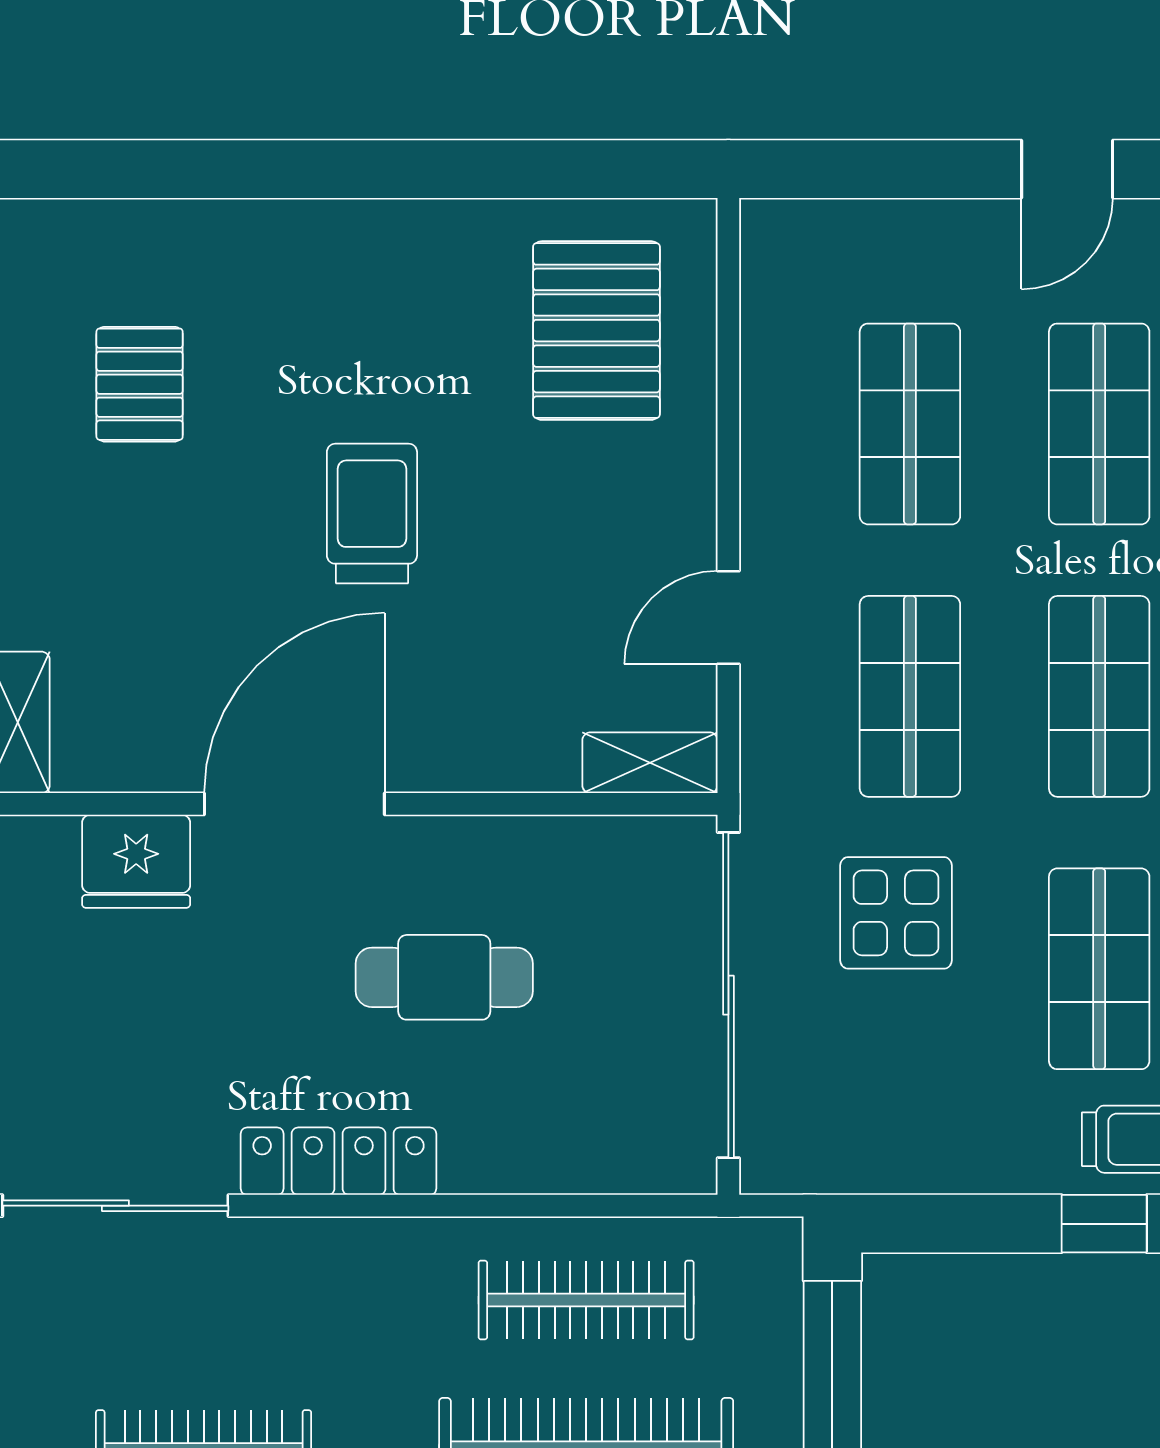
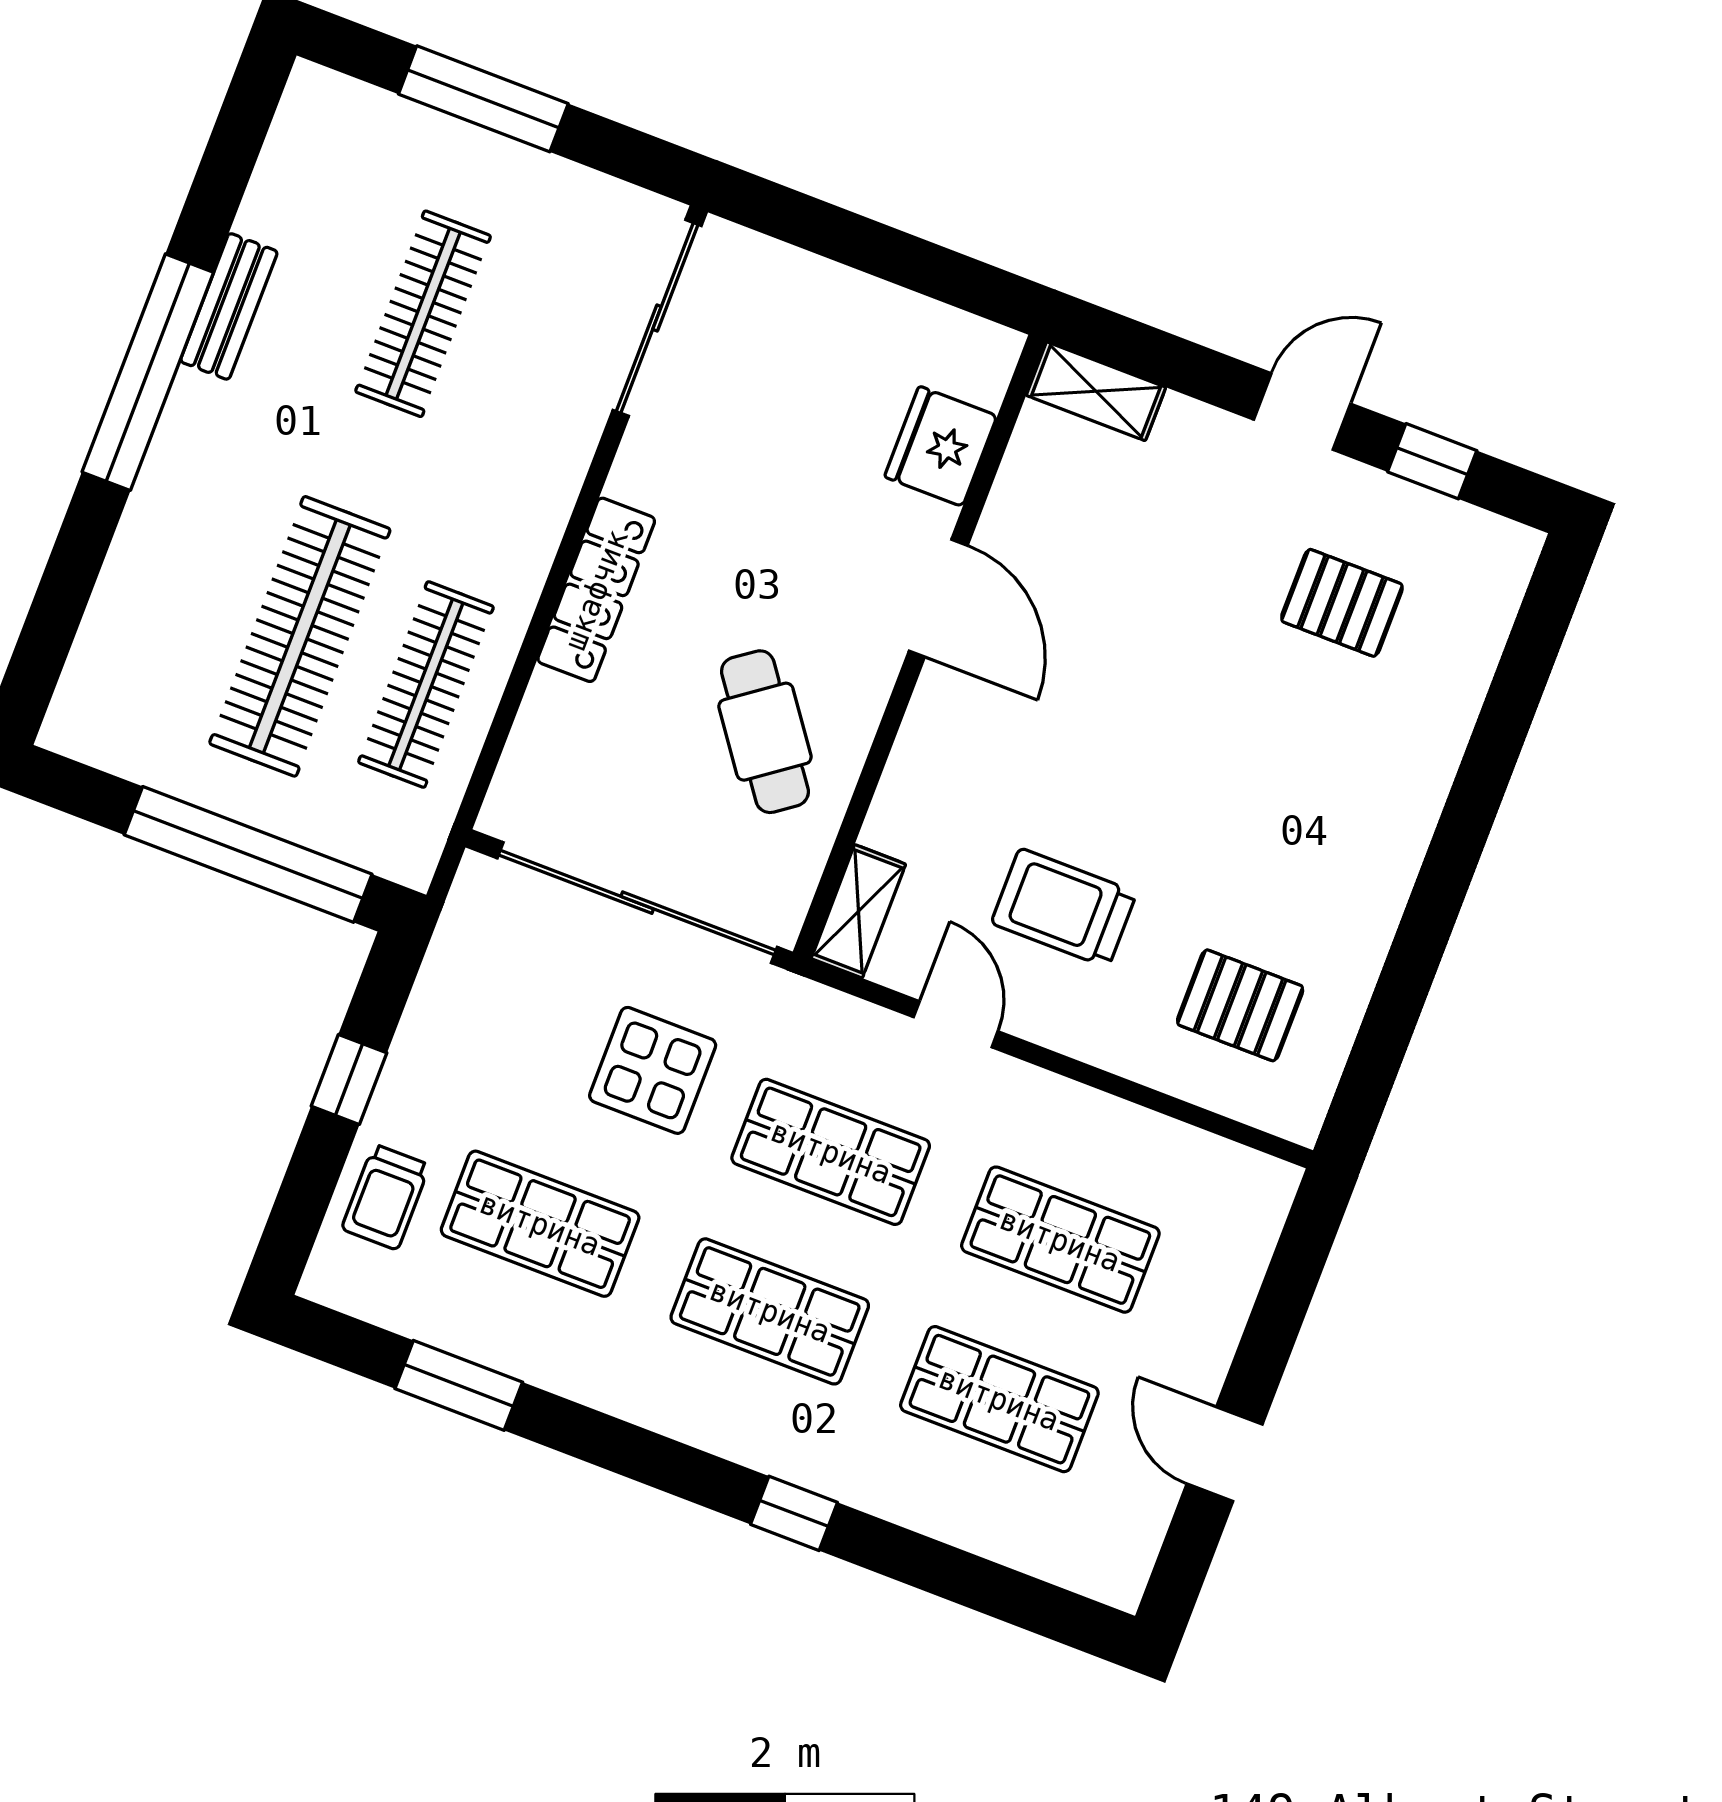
pallet: (596, 331) -> (1240, 1005), width x0.67, depth x0.71
trolley: (372, 513) -> (1064, 908), moved, turned 180
door: (294, 804) -> (938, 598), width x0.73
cafe table: (444, 977) -> (765, 732), moved, turned -36
locker: (339, 1161) -> (596, 590), moved
window: (1104, 1224) -> (349, 1079), moved

